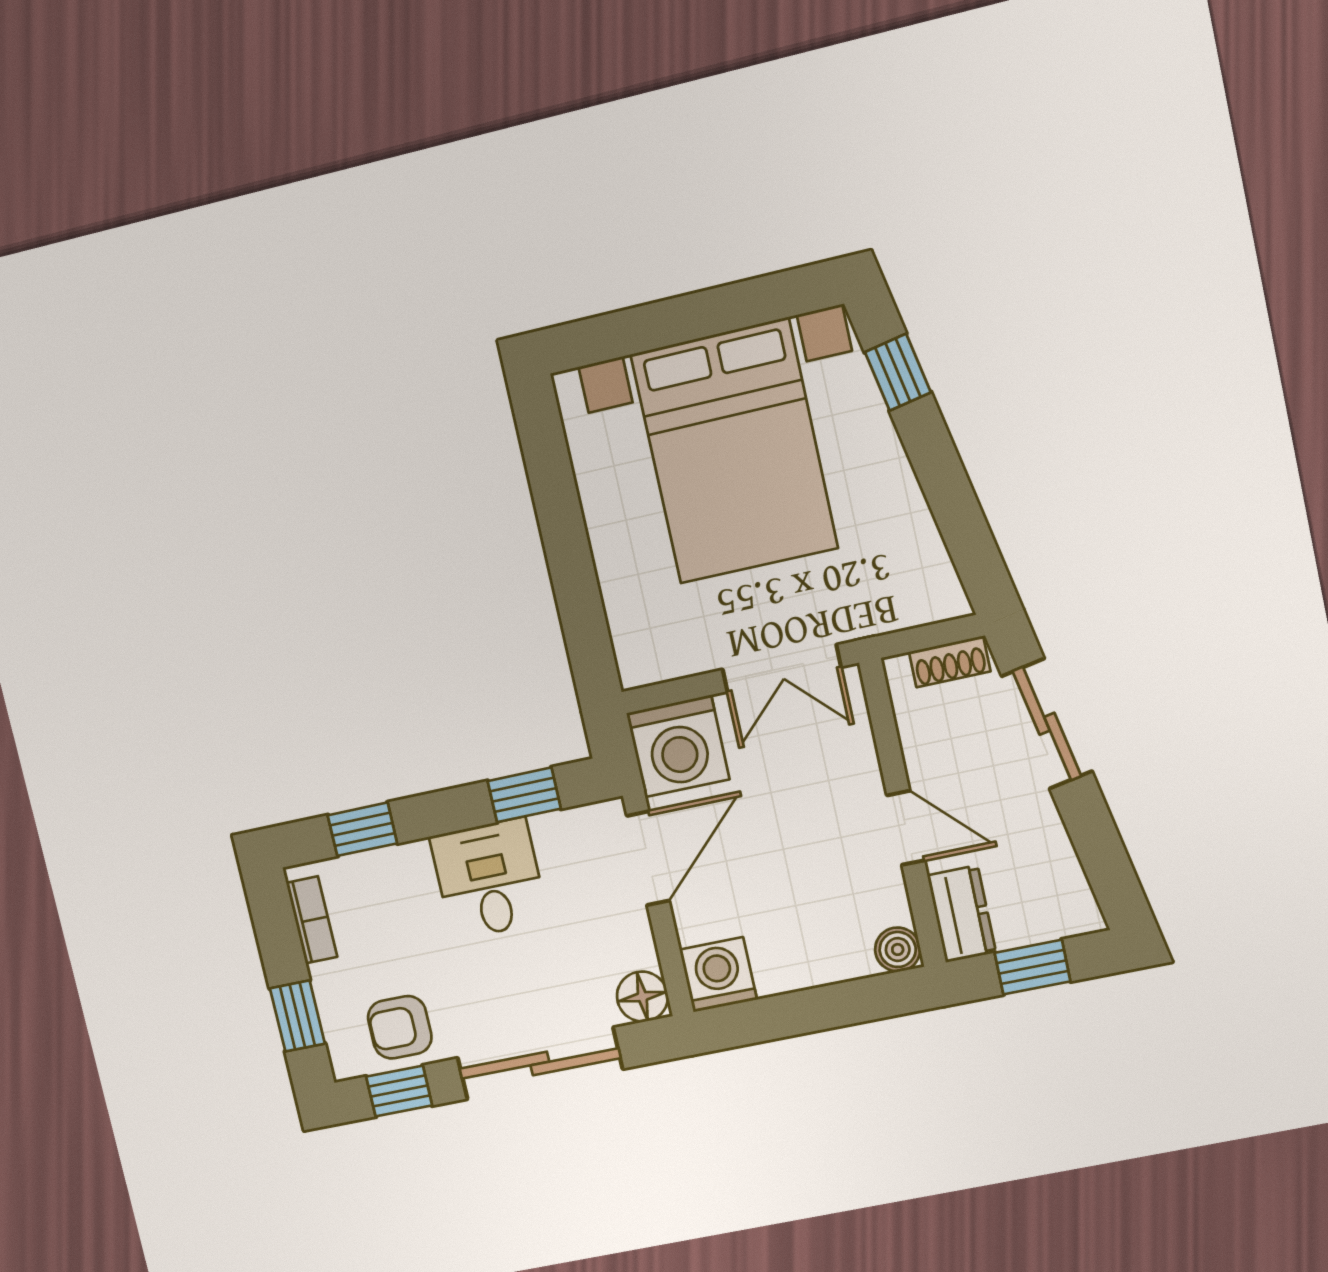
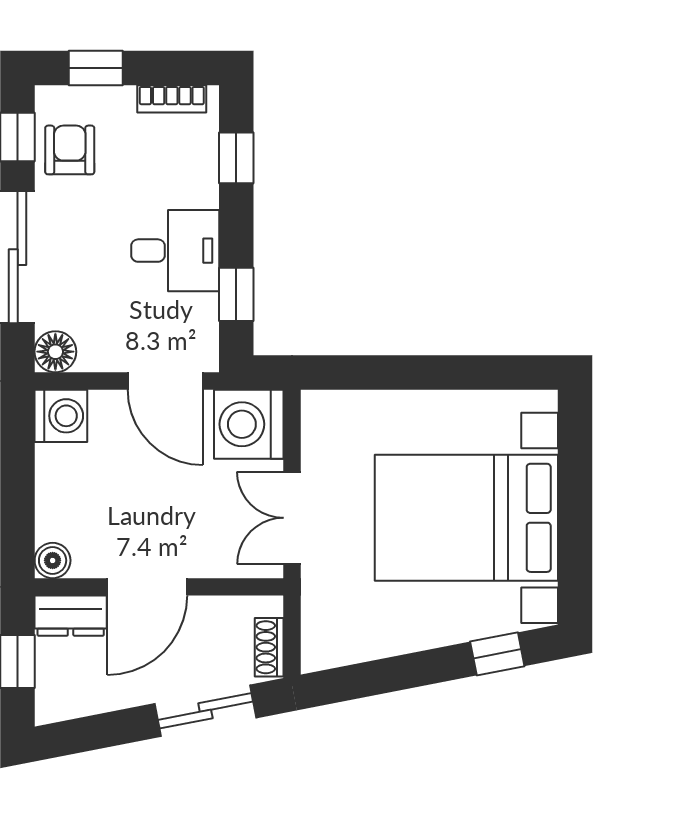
door: (906, 828) -> (147, 587), width x1.38

